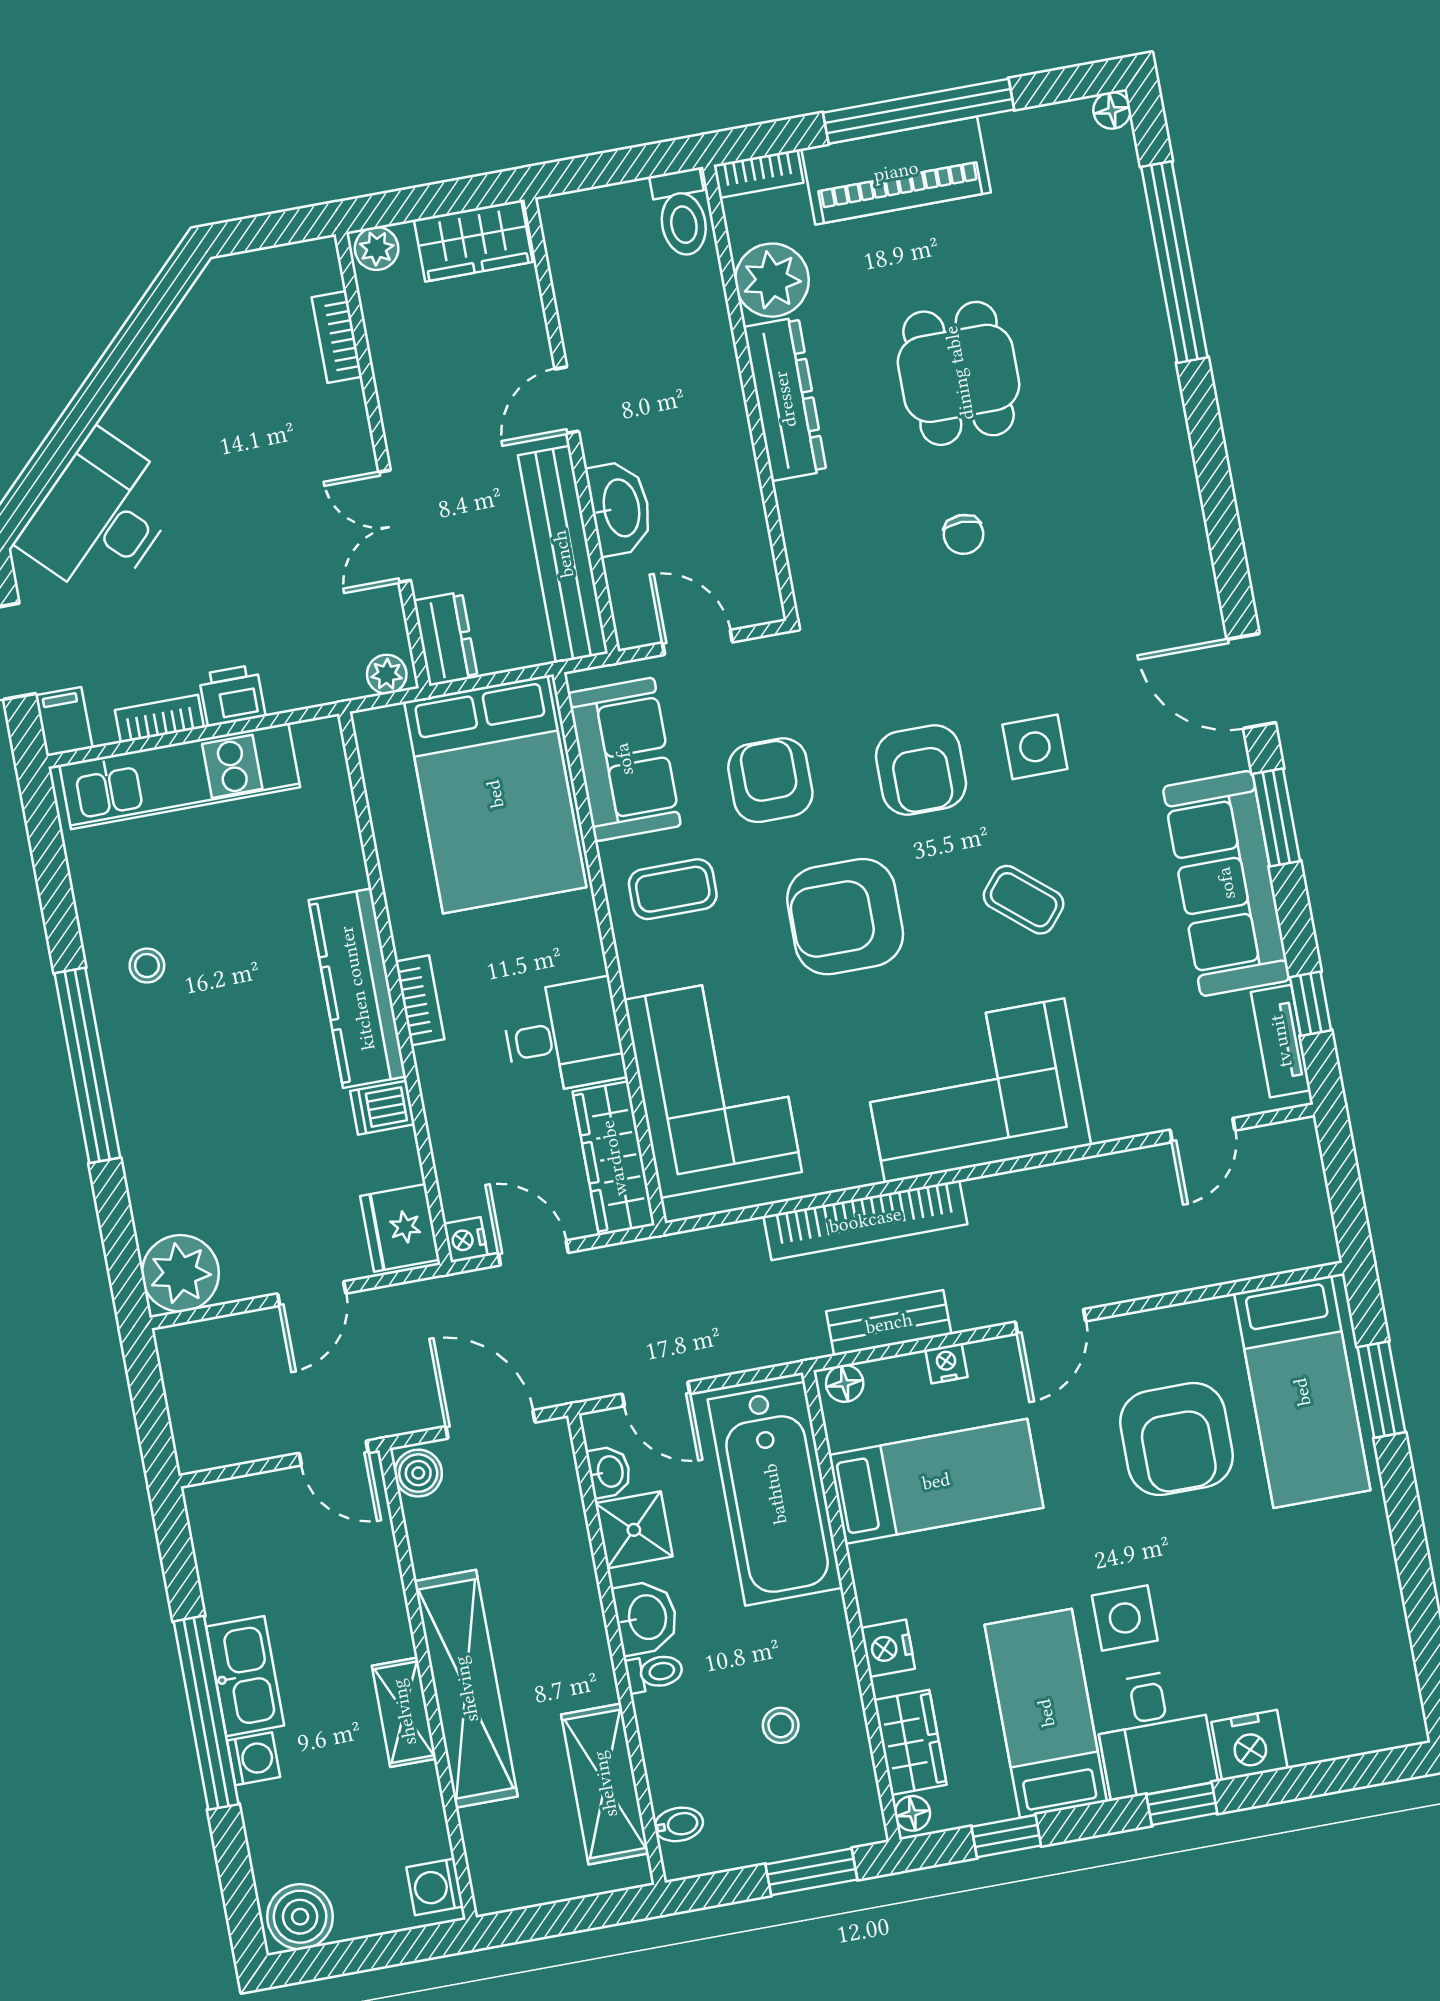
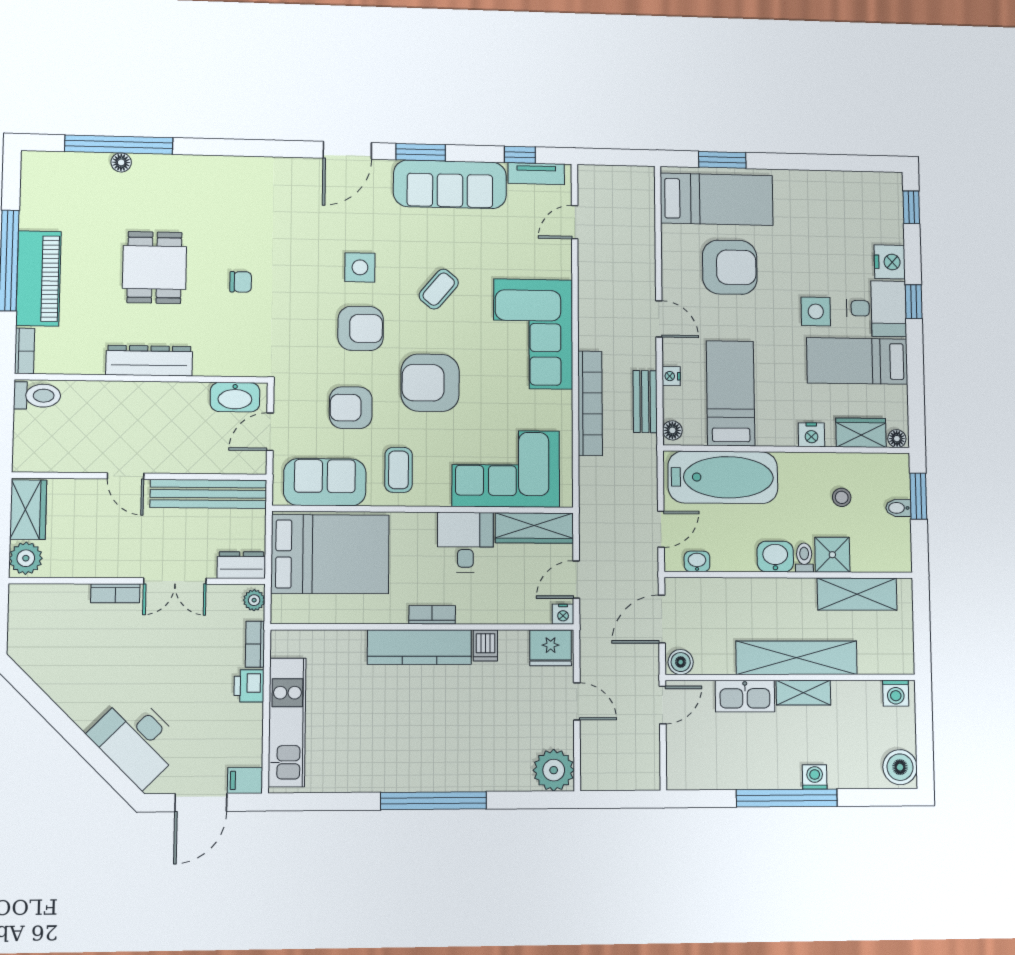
floor lamp: (1112, 110) -> (121, 162), moved
plant: (377, 248) -> (26, 558), width x1.38, depth x1.38
plant: (772, 280) -> (84, 355), removed
bookcase: (337, 337) -> (115, 593), moved
dining table: (959, 373) -> (154, 267), turned 90
washbasin: (620, 508) -> (235, 397), moved, turned 180
bookcase: (159, 719) -> (255, 644), moved
armchair: (845, 917) -> (430, 383), turned 90
stool: (147, 966) -> (386, 759), removed
door: (1203, 1130) -> (575, 222), swing flipped
shower: (634, 1530) -> (832, 555), moved
kitchen sink: (245, 1676) -> (745, 696), moved, turned 180
bidet: (679, 1824) -> (898, 508), moved, turned -90
window: (1006, 1836) -> (911, 207), moved

